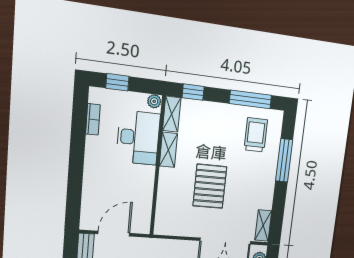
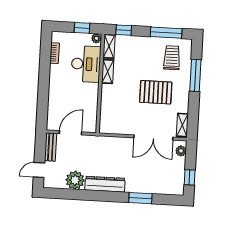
window: (117, 82) -> (82, 28), moved
pallet: (210, 186) -> (156, 92), moved, turned 90

